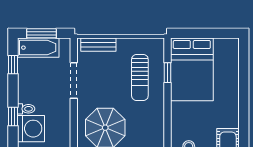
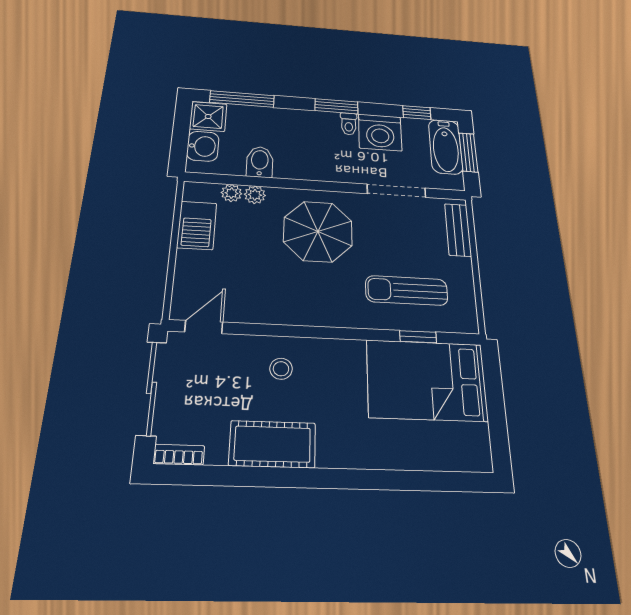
window: (13, 117) -> (336, 106), width x1.50
washing machine: (31, 129) -> (380, 132), moved

